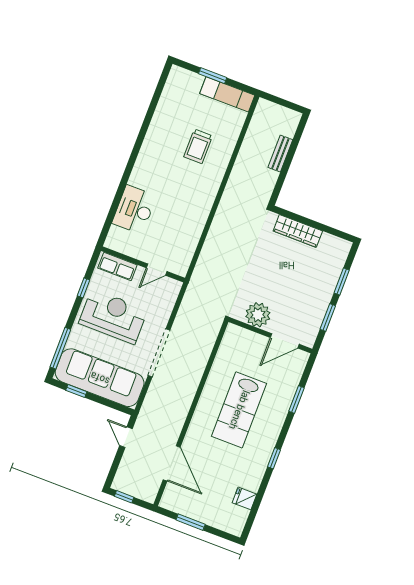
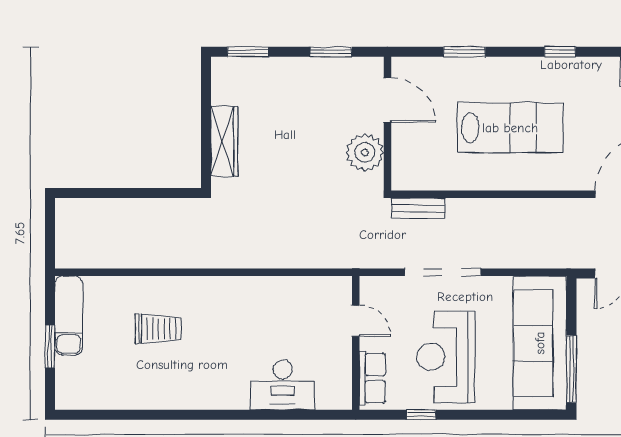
bench: (280, 154) -> (418, 208), moved
window: (342, 281) -> (248, 52), moved
window: (60, 348) -> (519, 415), removed
doorway: (159, 353) -> (443, 272), moved
window: (76, 391) -> (571, 369), width x2.17

